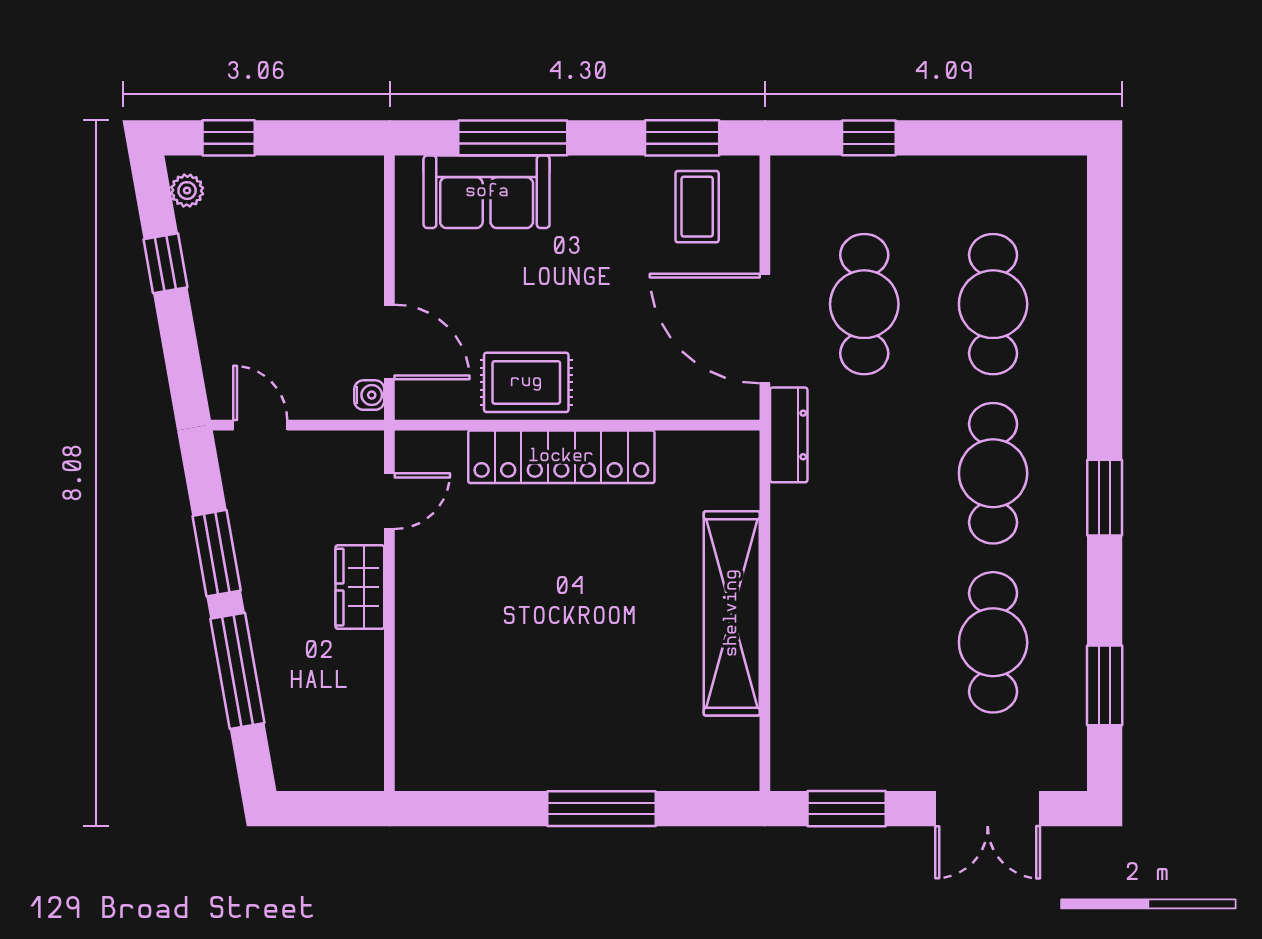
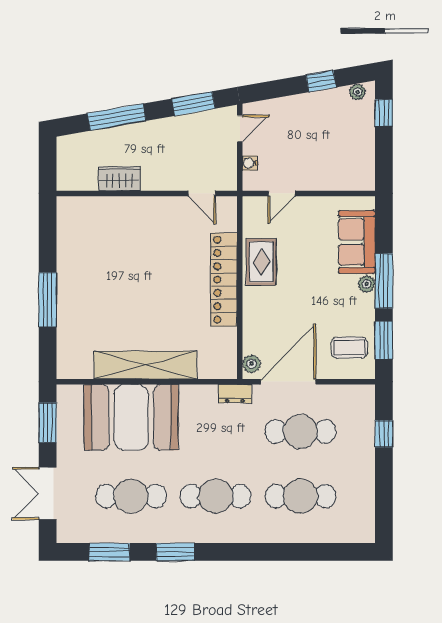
window: (513, 138) -> (384, 281), moved
plant: (570, 172) -> (367, 284), added
door: (389, 342) -> (282, 193), width x0.73
water cooler: (369, 395) -> (250, 163), moved, turned 90
plant: (729, 402) -> (251, 364), added
dresser: (789, 435) -> (235, 394), width x0.70
window: (1105, 498) -> (175, 552), moved
window: (217, 553) -> (193, 104), moved
wardrobe: (360, 587) -> (119, 179), moved
booth: (836, 642) -> (131, 417), added

